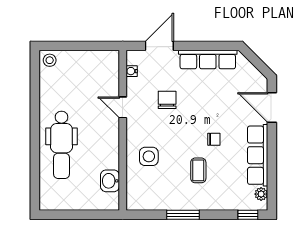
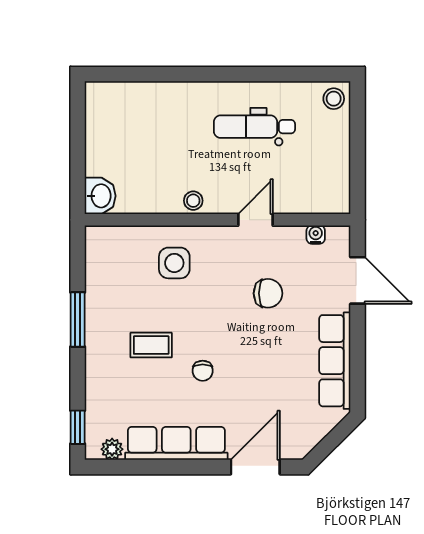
dental chair: (61, 145) -> (254, 127), moved, width x0.73, depth x0.72
stool: (111, 145) -> (193, 201), added
washbasin: (110, 181) -> (100, 196), moved, turned 90

